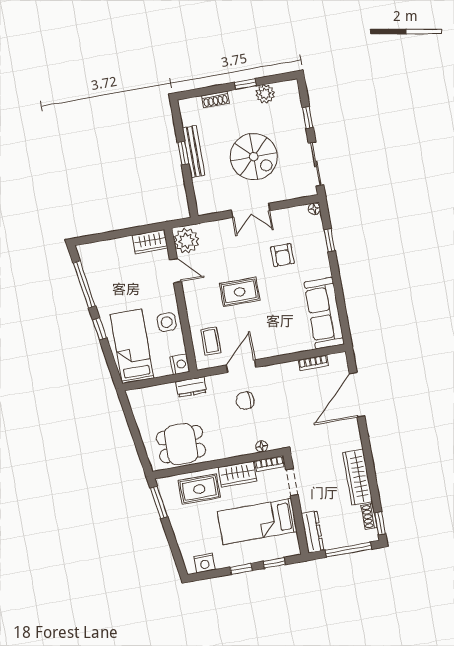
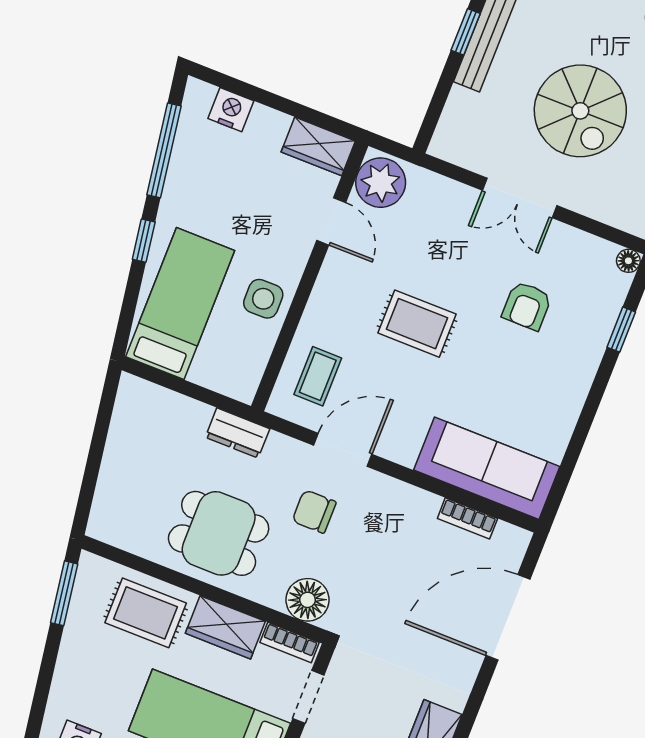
sofa: (324, 313) -> (487, 468), moved, turned 90
nightstand: (180, 364) -> (231, 110), moved, turned -90
dining table: (181, 444) -> (219, 533), moved
floor lamp: (262, 446) -> (308, 600), width x1.89, depth x1.89

